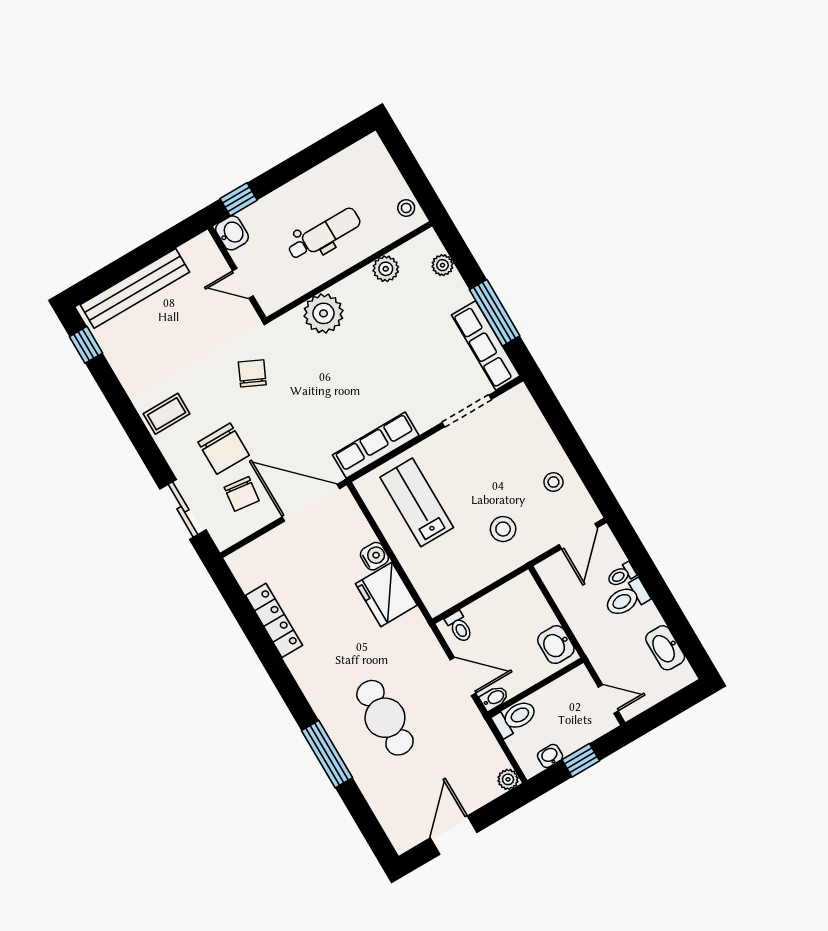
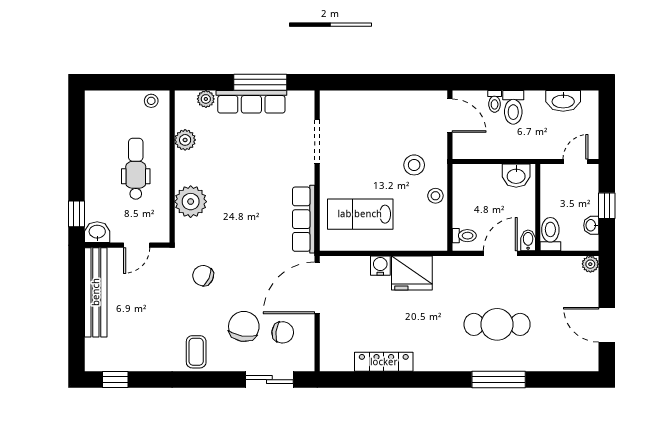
bench: (135, 288) -> (96, 292), moved
row of seats: (486, 345) -> (251, 102), moved
chair: (224, 449) -> (244, 326), turned -81
stool: (553, 482) -> (435, 196), moved

